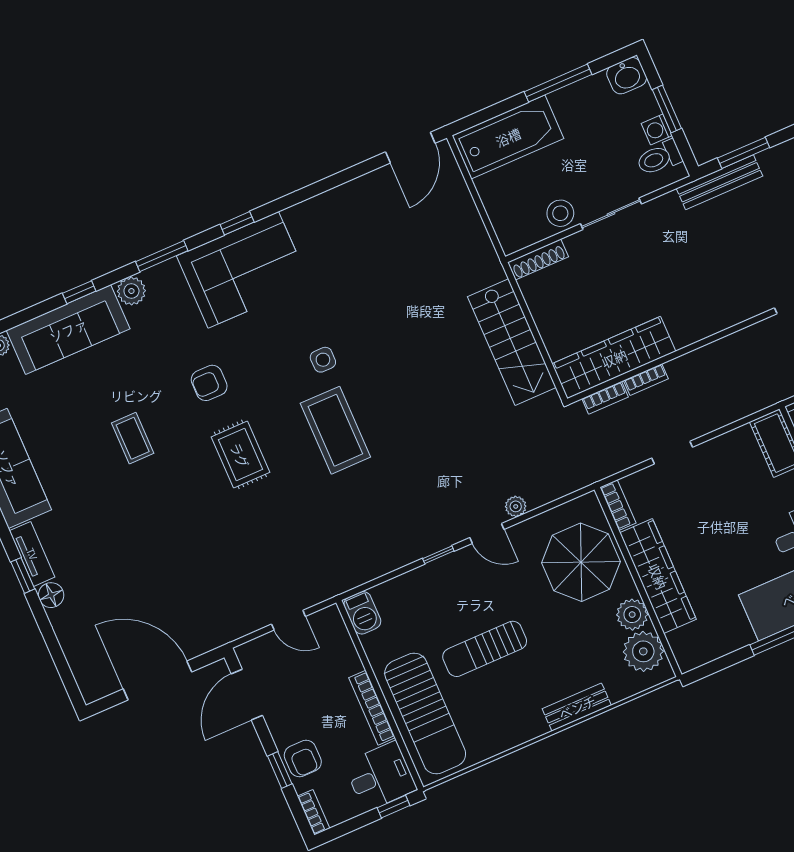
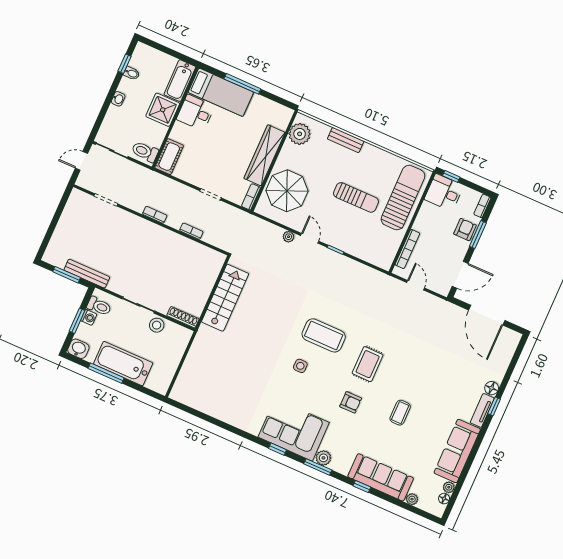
bathtub: (508, 137) -> (123, 364), moved
door: (410, 148) -> (185, 408), removed
plant: (131, 291) -> (323, 458), moved
wardrobe: (614, 358) -> (194, 252), removed
bookcase: (605, 398) -> (155, 215), moved
coffee table: (335, 430) -> (324, 335), turned 90
barbecue: (362, 613) -> (386, 259), removed
plant: (632, 615) -> (289, 152), removed
bookcase: (372, 708) -> (407, 249), moved
window: (280, 770) -> (478, 235), width x1.50

